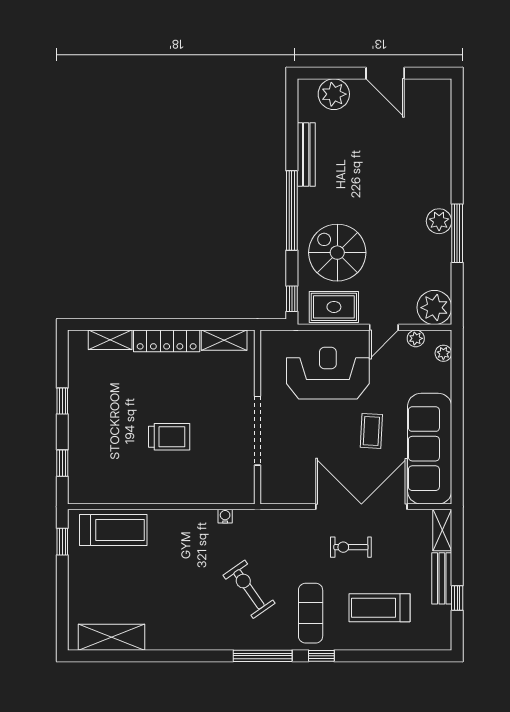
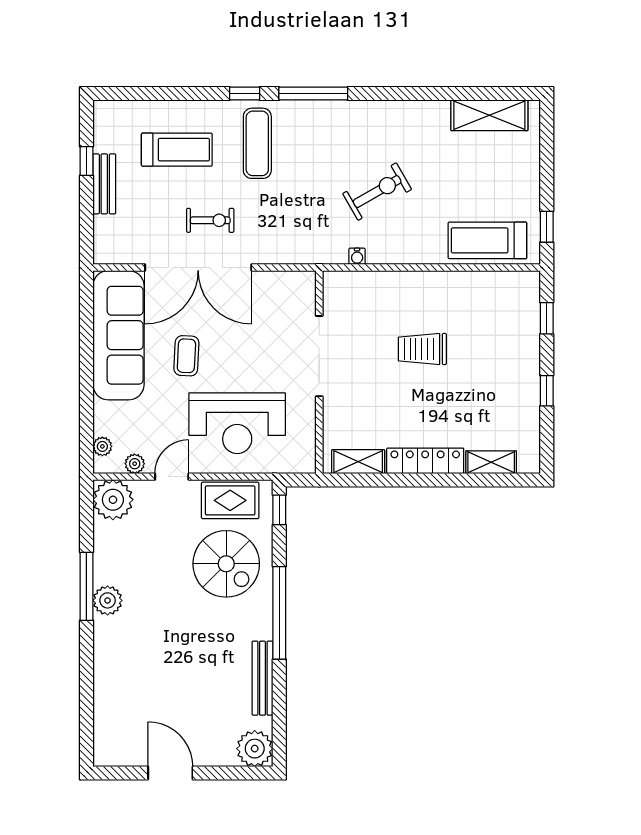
plant: (334, 94) -> (255, 749), moved
shelving: (442, 530) -> (104, 240), removed
exercise bike: (249, 589) -> (377, 192), moved, turned -85

